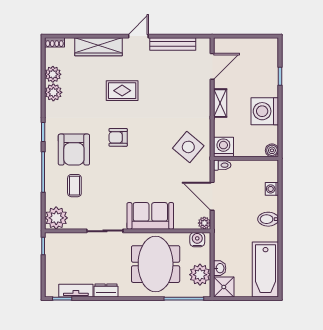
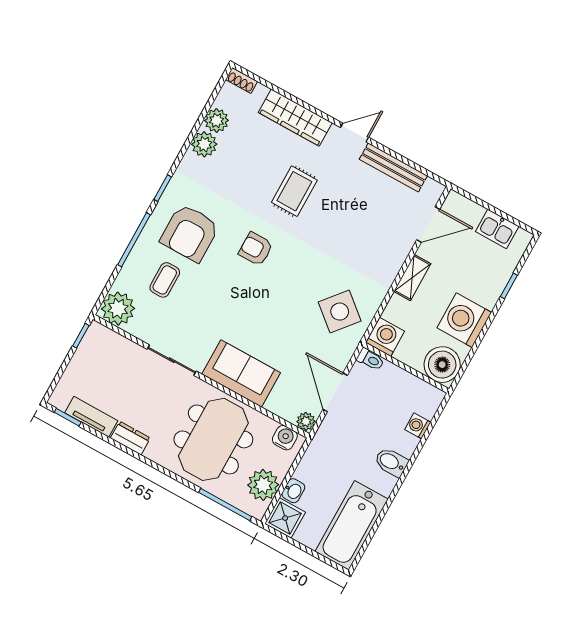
kitchen sink: (254, 46) -> (497, 229), added
rug: (122, 91) -> (294, 191), turned 90
boiler: (272, 150) -> (442, 365), width x1.86, depth x1.86

